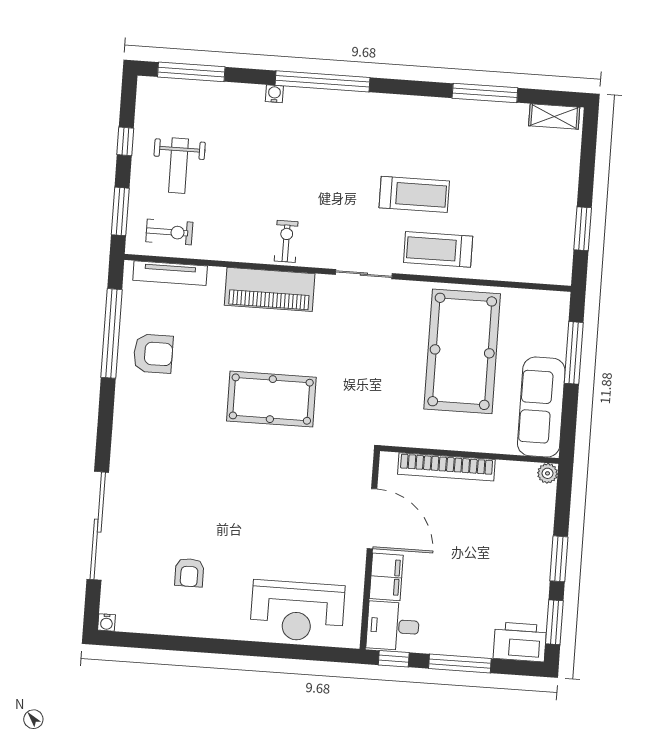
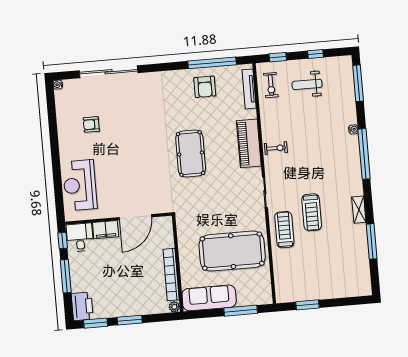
shelving: (554, 116) -> (359, 210), moved
window: (120, 211) -> (278, 57), width x0.67
bookcase: (446, 467) -> (171, 275), moved

